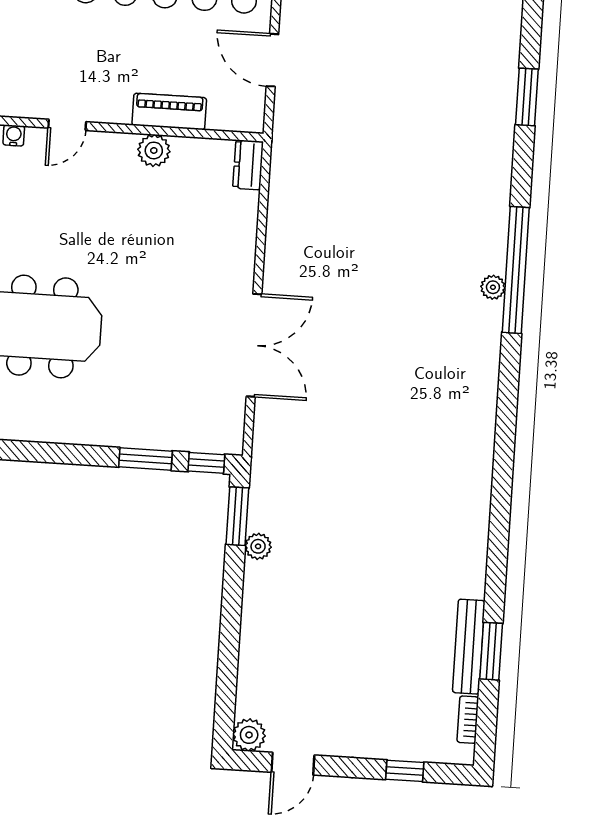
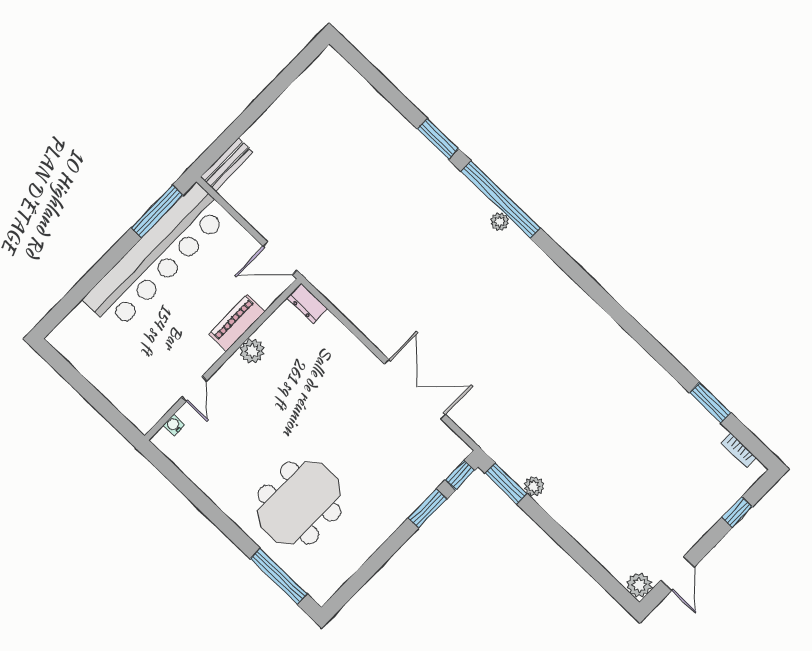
door: (272, 60) -> (280, 258), moved
window: (527, 97) -> (438, 139), moved
bench: (469, 647) -> (697, 413), removed

